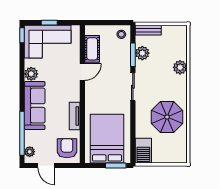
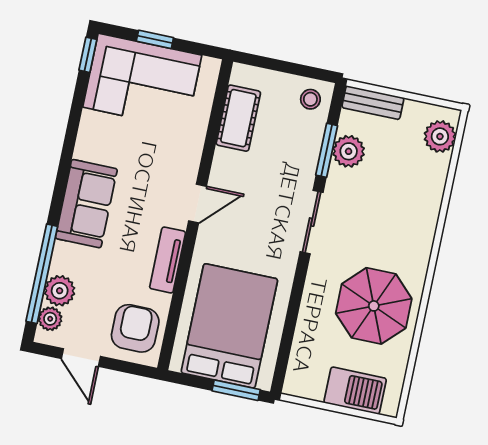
plant: (180, 67) -> (440, 136), moved
door: (82, 72) -> (198, 204), moved
plant: (31, 74) -> (60, 291), moved
sofa: (35, 106) -> (86, 204), width x0.73
barbecue: (143, 151) -> (355, 391), moved, turned -90

